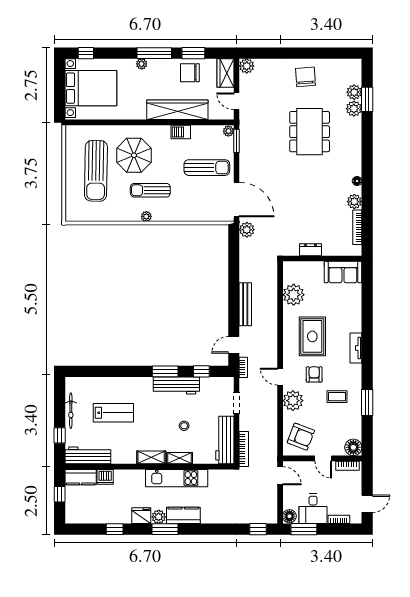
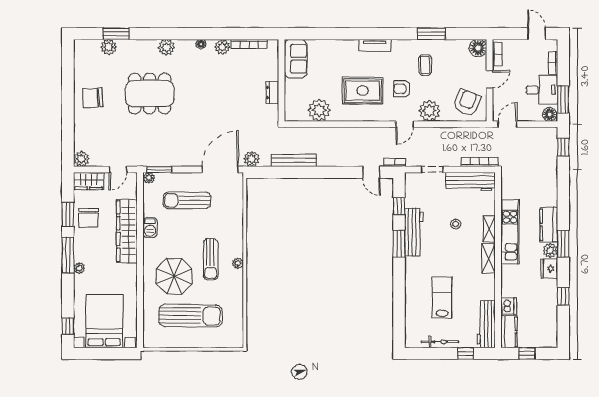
plant: (354, 109) -> (166, 47), moved
sun lounger: (207, 168) -> (187, 200), turned -90
bench: (245, 304) -> (294, 160), moved

